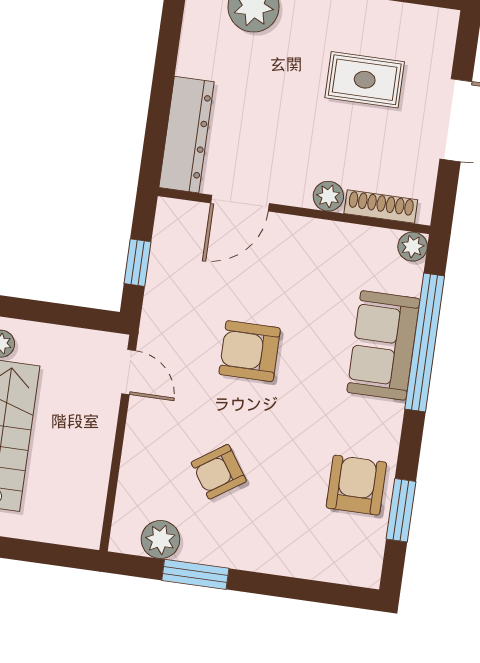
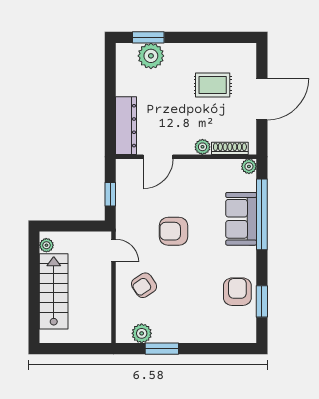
armchair: (219, 472) -> (144, 285), moved

